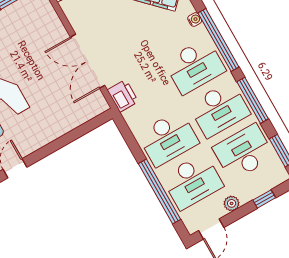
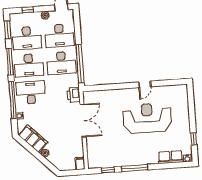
desk: (219, 109) -> (29, 65), turned 180
desk: (168, 138) -> (61, 63), turned 180
desk: (192, 181) -> (59, 36), turned 180
window: (160, 191) -> (80, 64), moved

